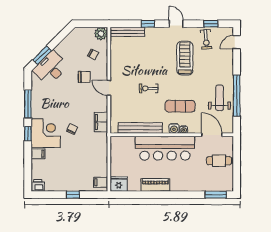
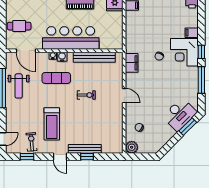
bench: (127, 32) -> (85, 149), moved
chair: (84, 77) -> (148, 106), removed

